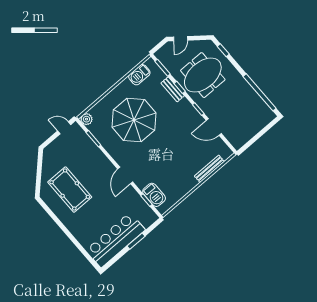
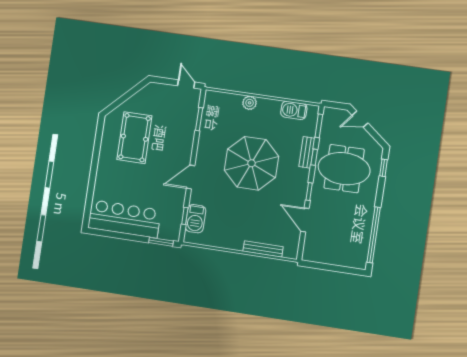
plant: (86, 119) -> (250, 103), moved
parasol: (134, 120) -> (251, 163), moved
window: (136, 241) -> (161, 242), moved

